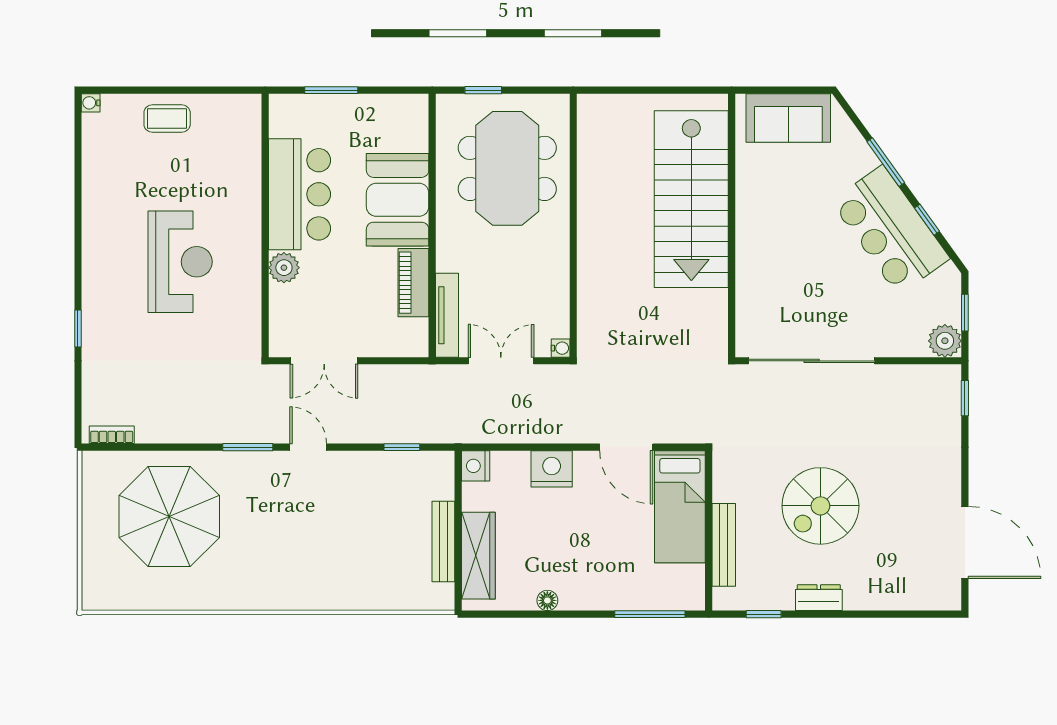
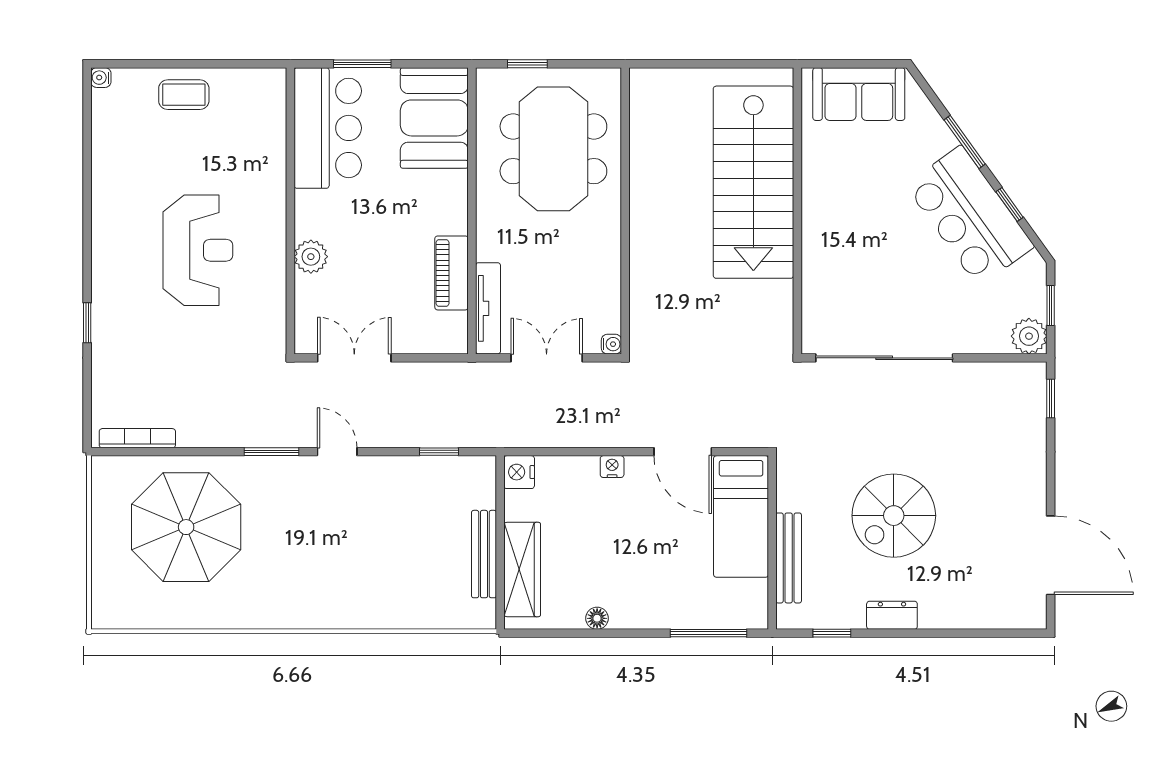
bar counter: (300, 194) -> (328, 128), moved
booth: (398, 200) -> (434, 118), moved
double door: (324, 361) -> (354, 358), swing flipped
bookcase: (112, 435) -> (137, 438), width x1.56
nightstand: (552, 469) -> (612, 467), width x0.53, depth x0.56

